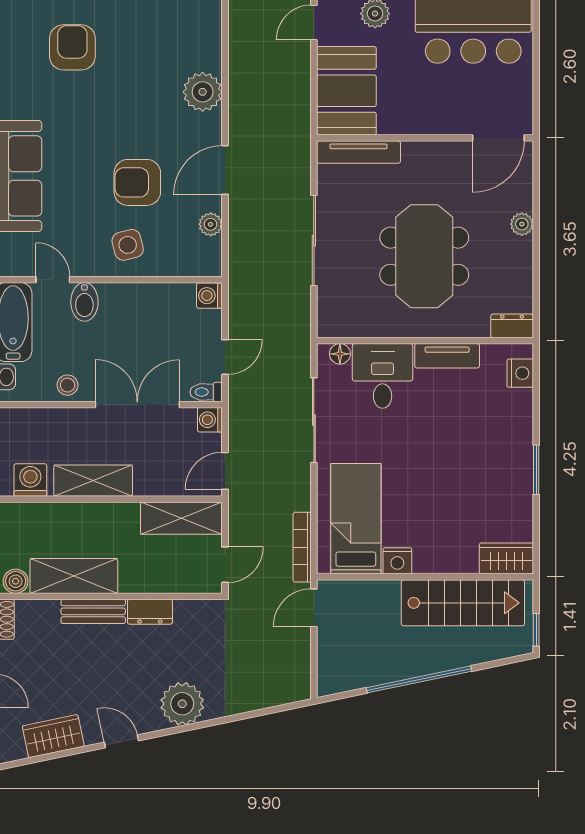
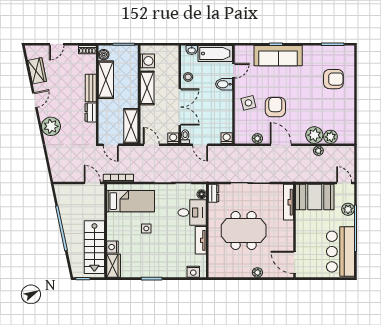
plant: (207, 54) -> (330, 137), added
plant: (239, 83) -> (318, 151), added
dresser: (512, 326) -> (214, 193), moved
side table: (420, 482) -> (146, 228), added
nightstand: (397, 561) -> (112, 247), moved

